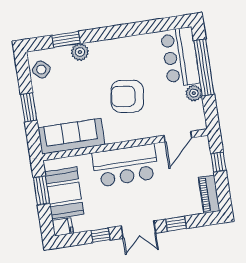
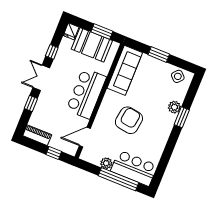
window: (66, 39) -> (182, 117), moved
door: (178, 137) -> (85, 137), hinge flipped

